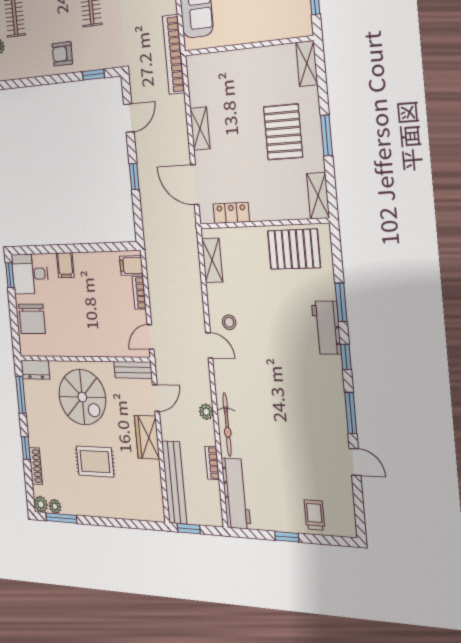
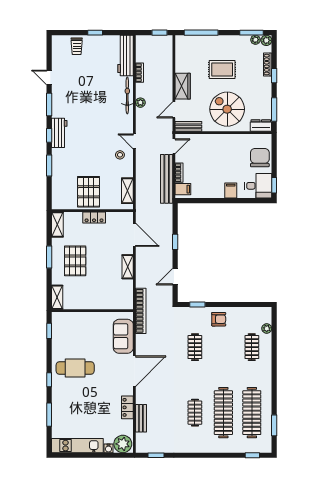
locker: (231, 213) -> (94, 217), moved
pallet: (294, 249) -> (89, 192), moved, turned 90
workbench: (326, 328) -> (59, 133), moved
bench: (174, 482) -> (167, 179), moved
window: (129, 524) -> (201, 33), added

